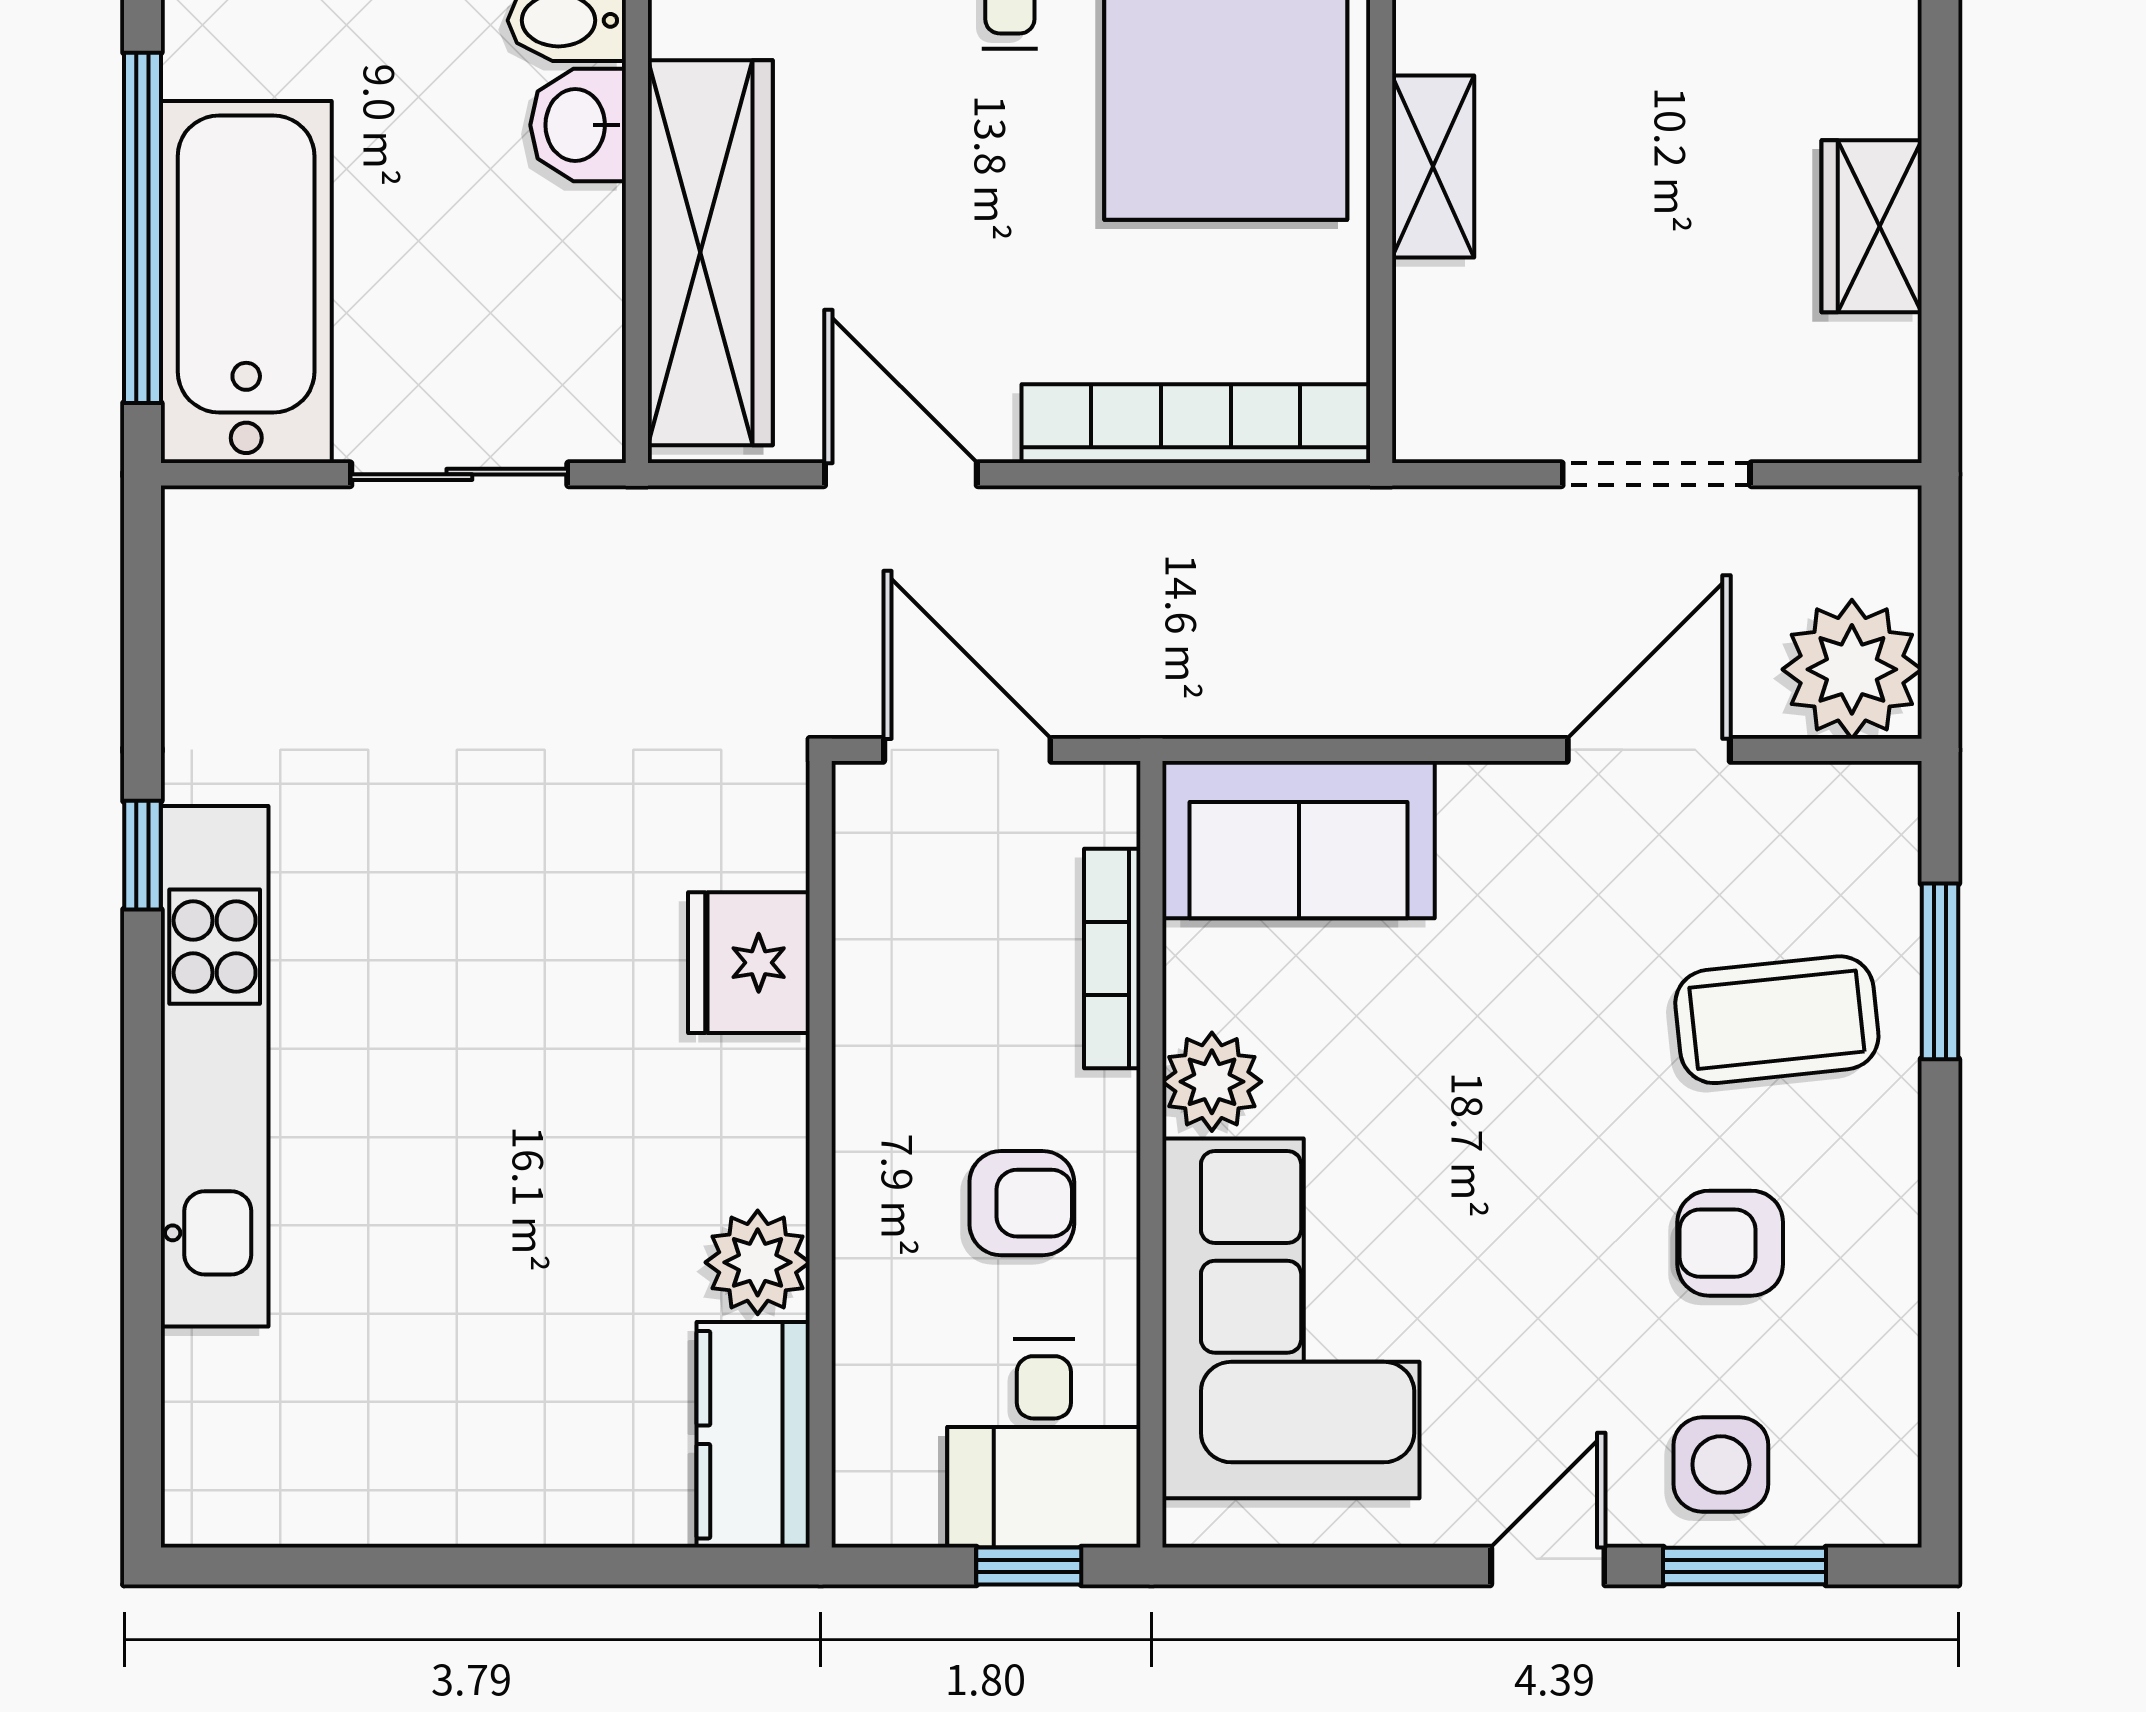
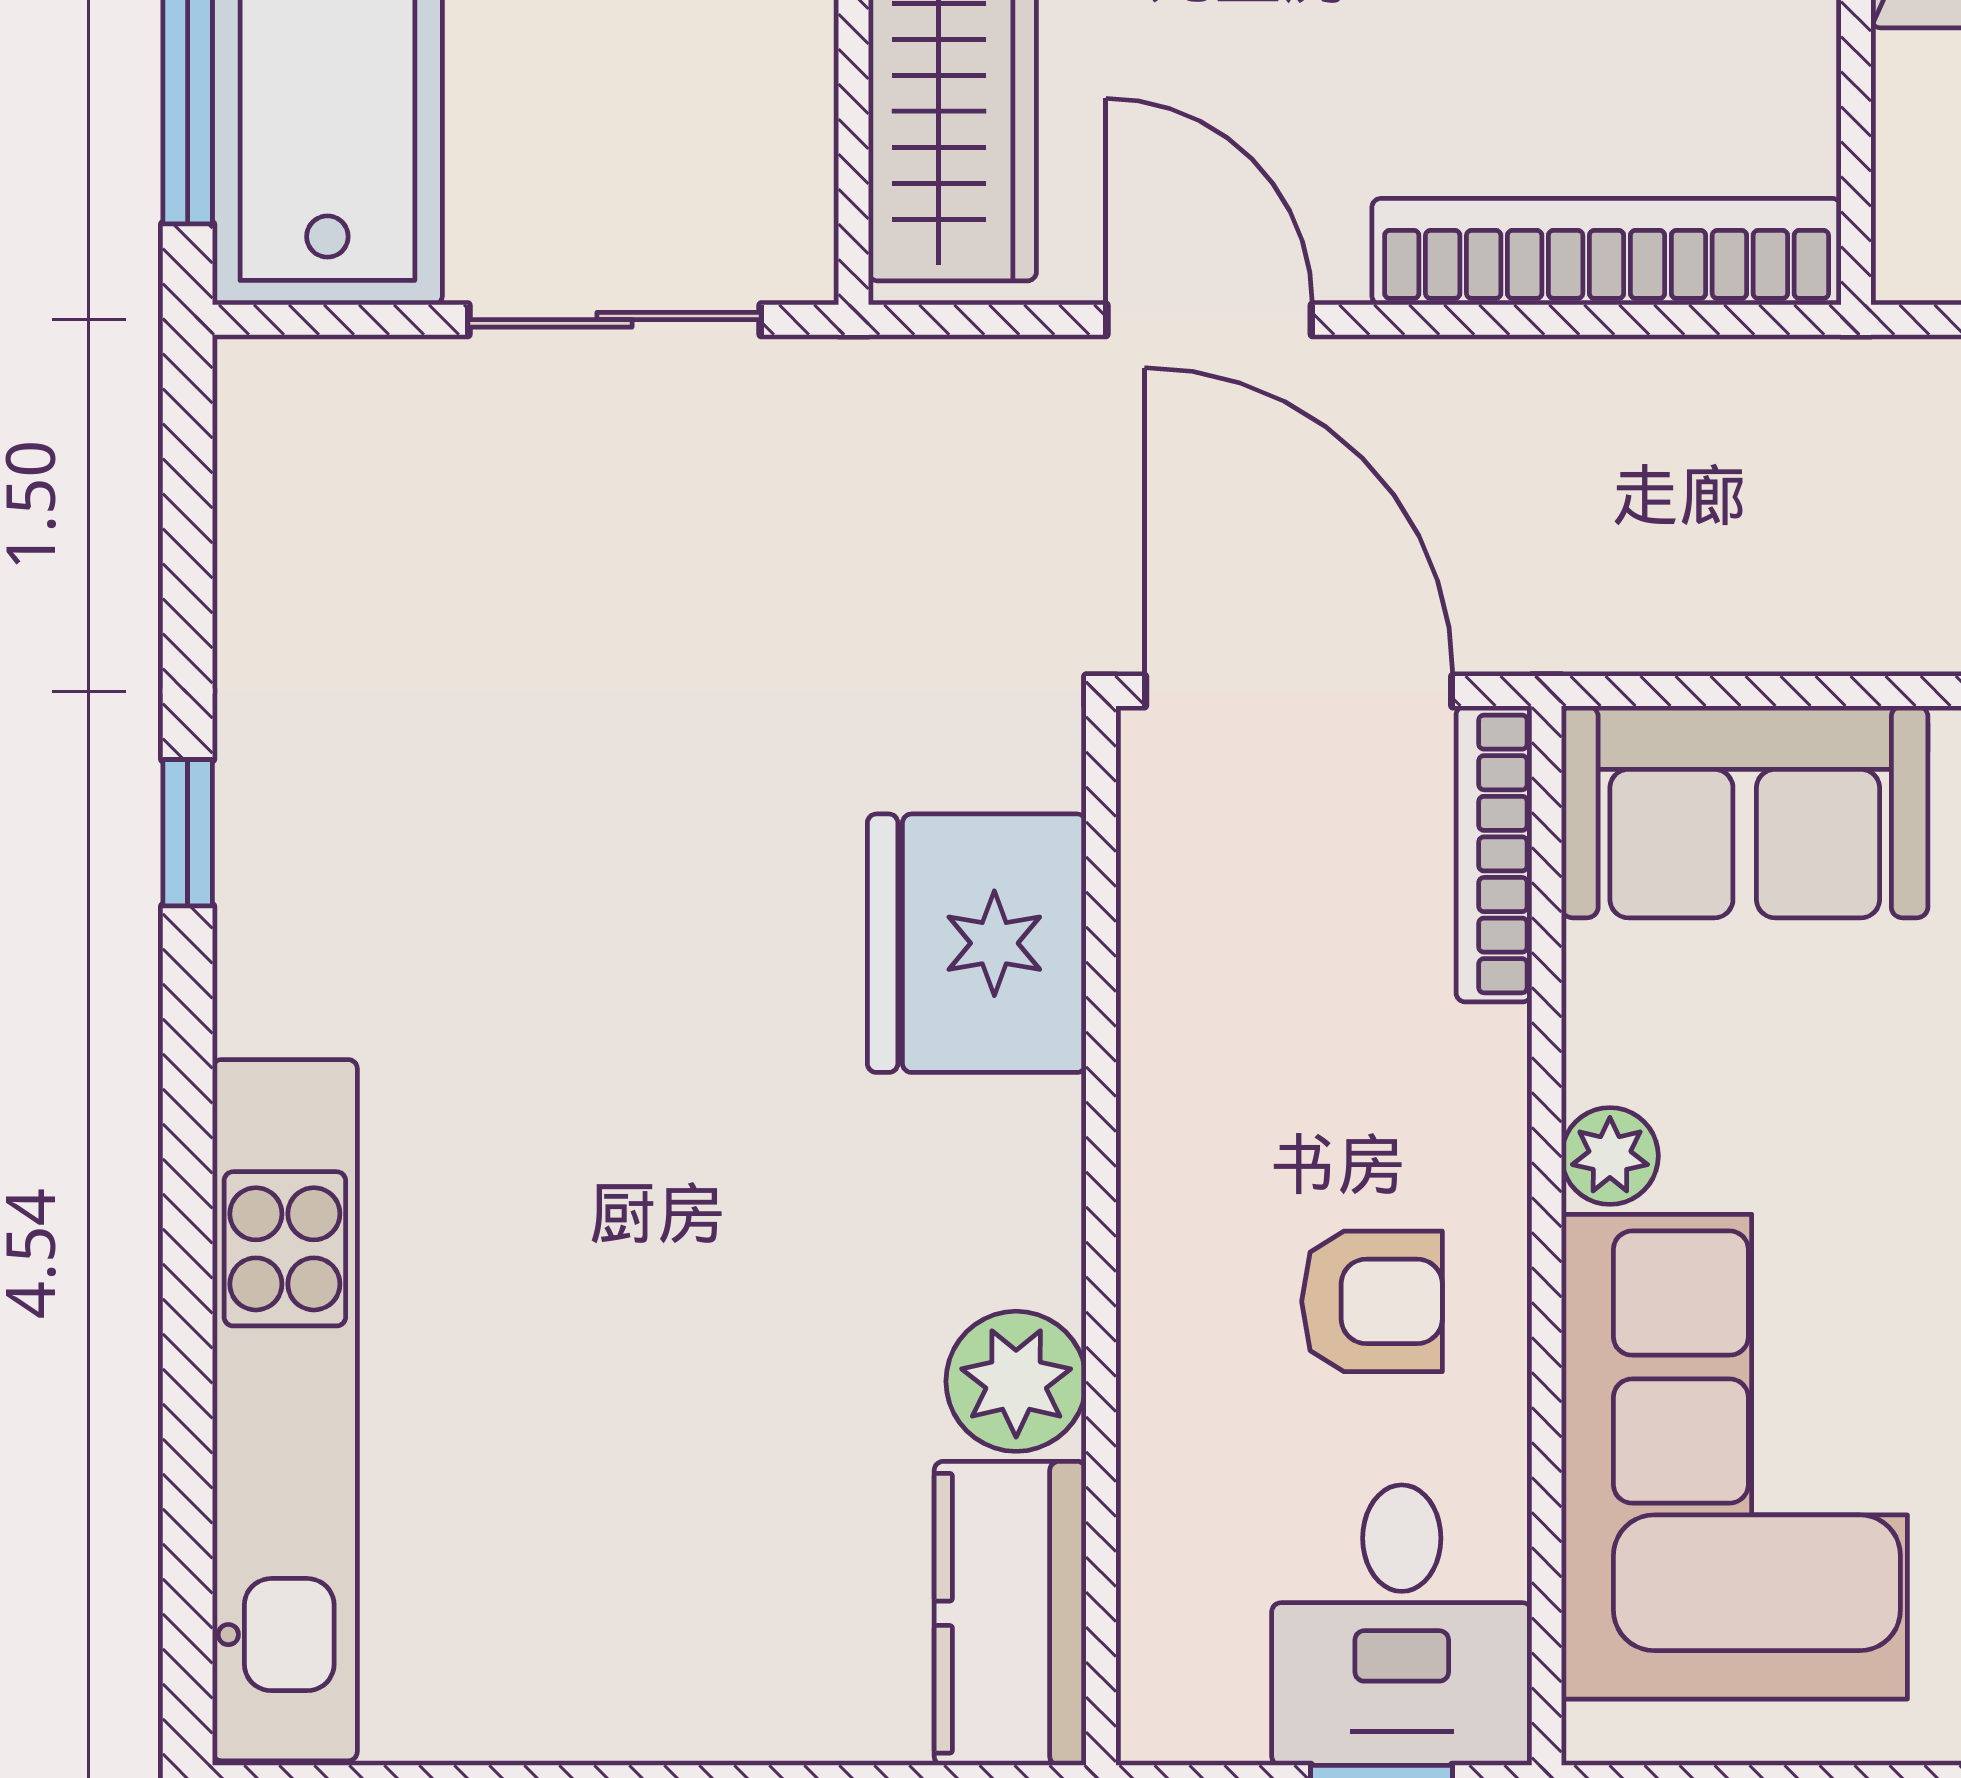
door: (967, 750) -> (1299, 691), width x1.36
bookcase: (1112, 958) -> (1494, 854), moved
fridge: (749, 963) -> (977, 943), width x1.36, depth x1.34
kitchen unit: (215, 1066) -> (285, 1410), moved
plant: (1212, 1082) -> (1610, 1156), width x0.73, depth x0.73

